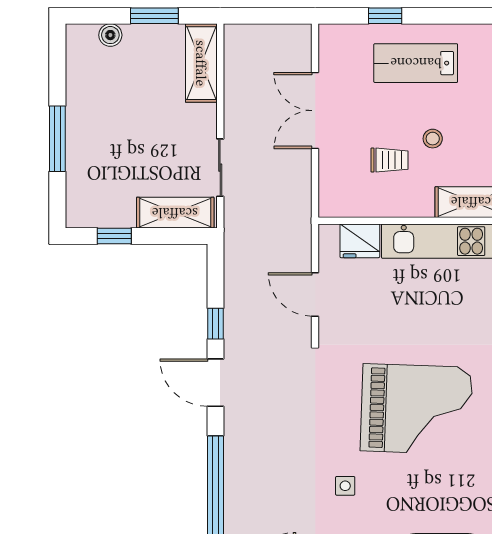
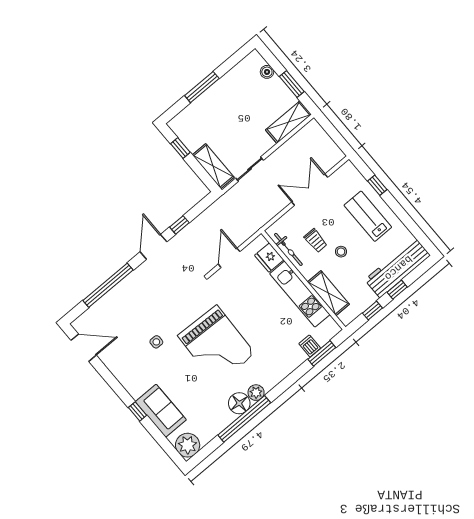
bicycle: (371, 206) -> (288, 249), added

